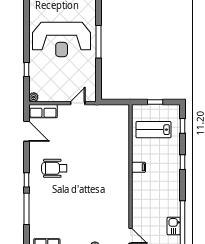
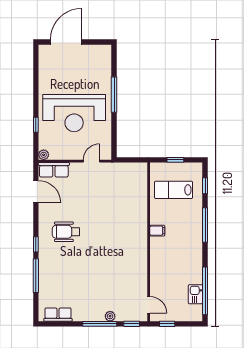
reception desk: (62, 39) -> (74, 113), moved
window: (183, 162) -> (205, 225), width x2.17

